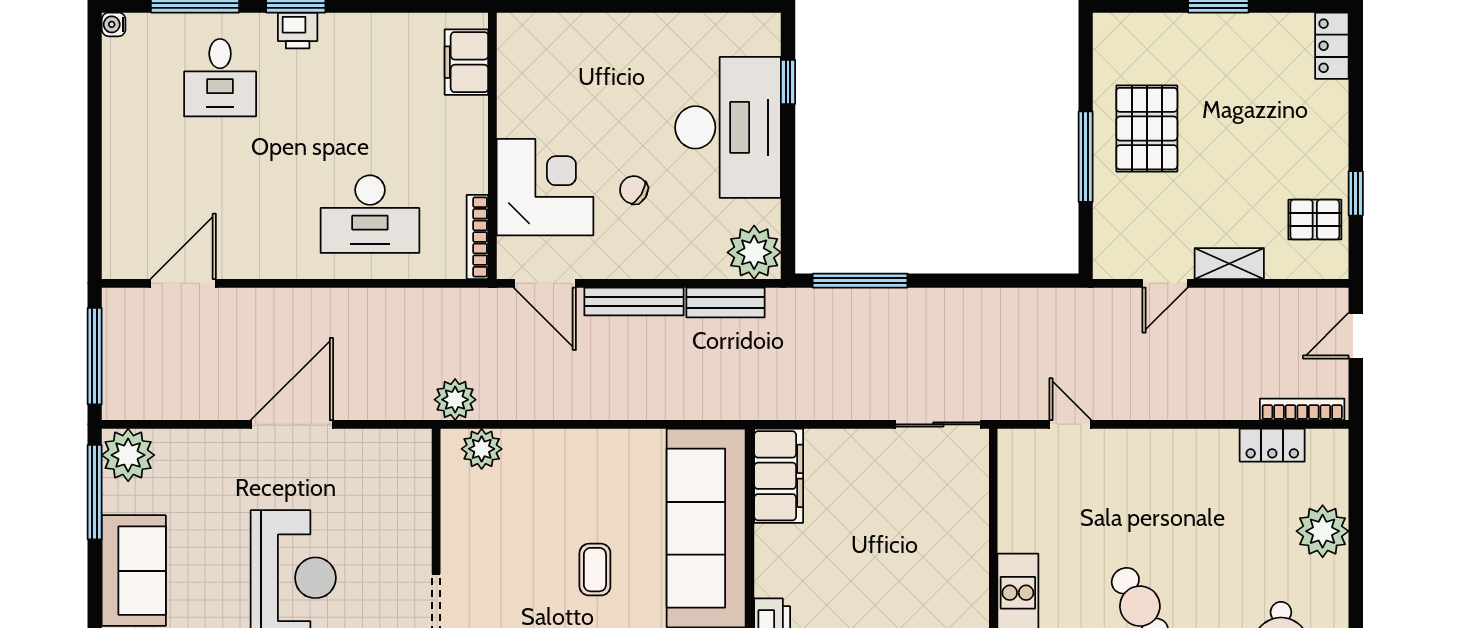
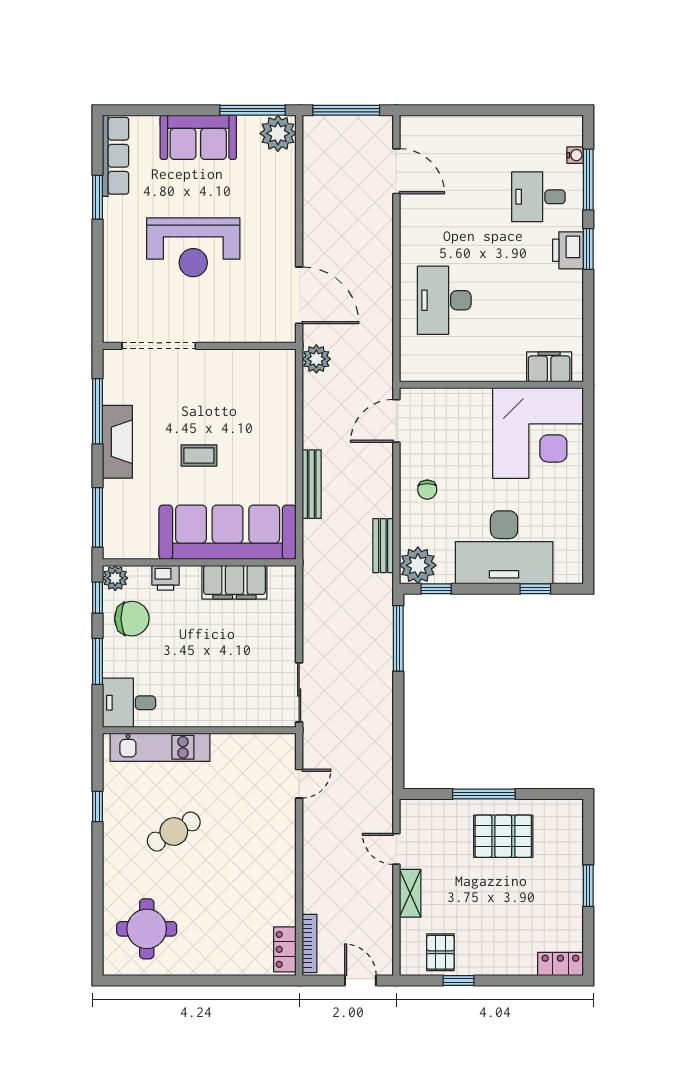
water cooler: (114, 24) -> (575, 155), moved, turned 90
printer: (298, 30) -> (568, 250), width x1.36, depth x1.24
corner desk: (545, 187) -> (538, 433), moved, width x1.36, depth x1.36
chair: (634, 190) -> (427, 490), moved, turned 149
window: (788, 226) -> (436, 589), added
bookcase: (477, 237) -> (428, 374), removed
bench: (634, 302) -> (312, 484), moved
door: (292, 424) -> (299, 295), moved
locker: (1272, 445) -> (285, 949), moved
plant: (482, 449) -> (282, 377), removed
filing cabinet: (779, 476) -> (234, 582), moved
plant: (1323, 531) -> (225, 958), removed

